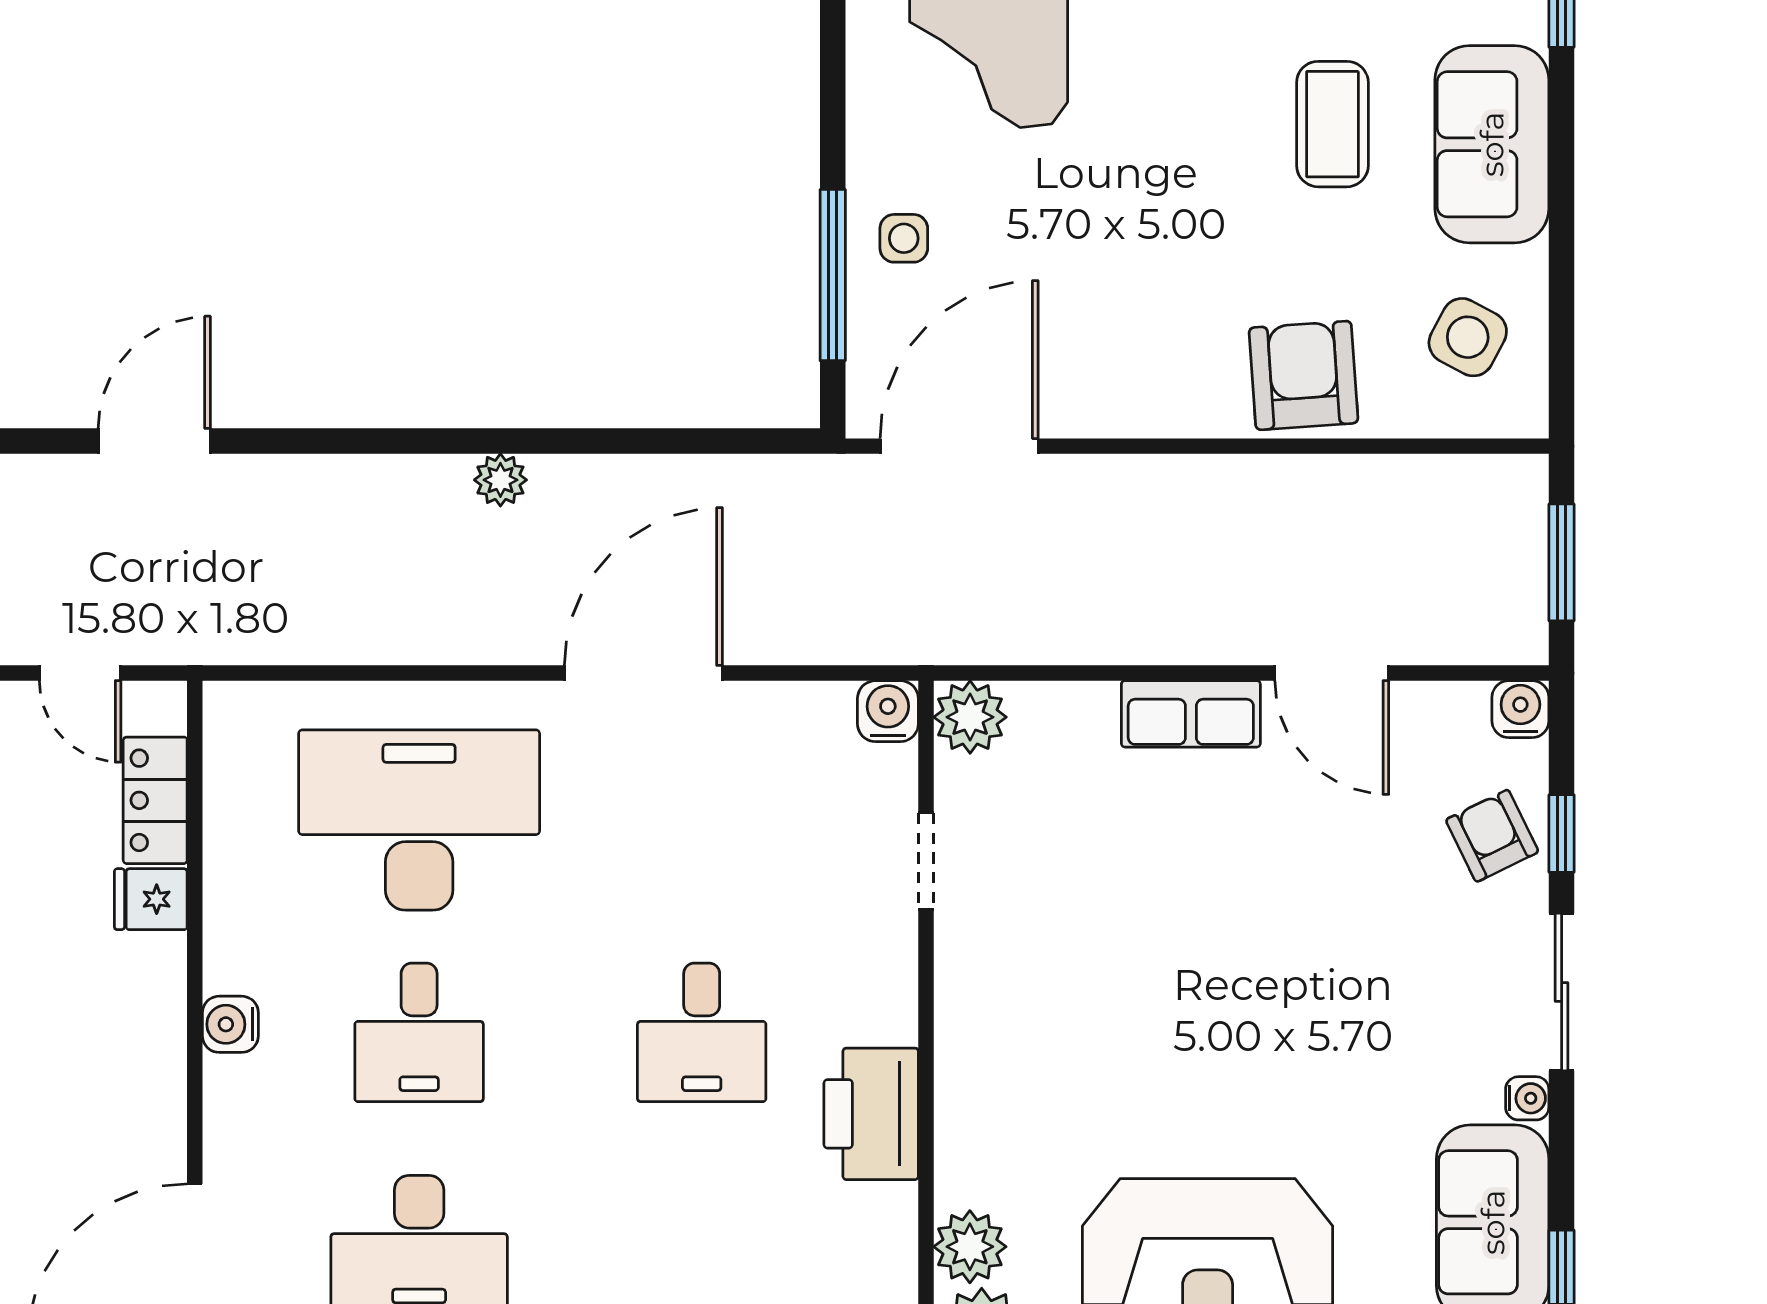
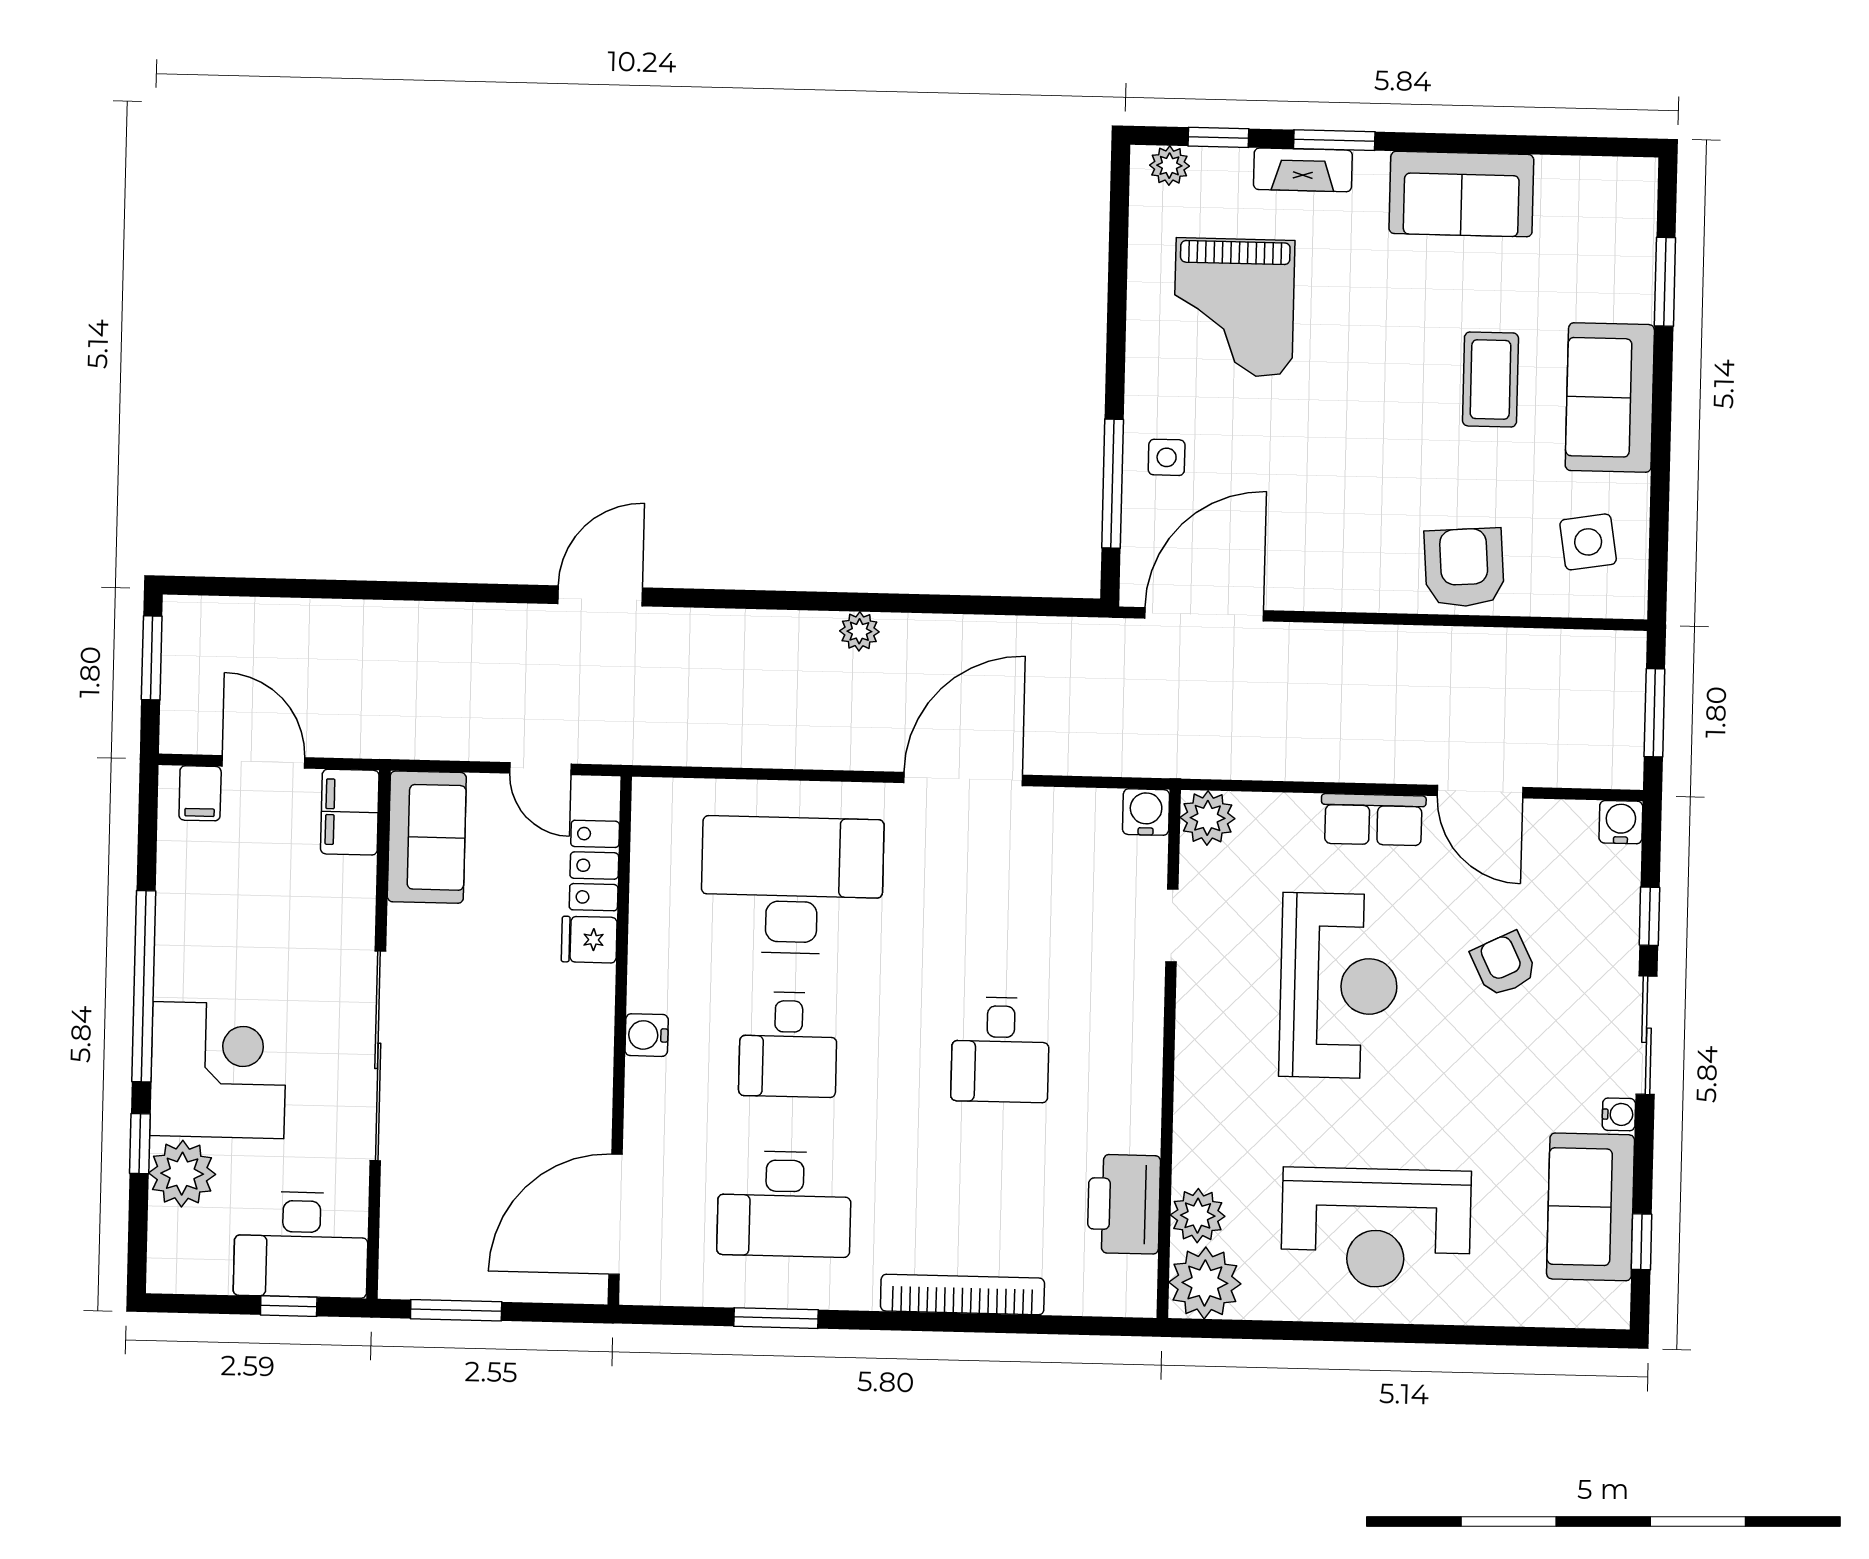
side table: (1468, 337) -> (1588, 542), turned -37
armchair: (1492, 836) -> (1504, 964), moved
reception desk: (1150, 936) -> (1339, 986), added
printer: (871, 1114) -> (1124, 1204), moved

